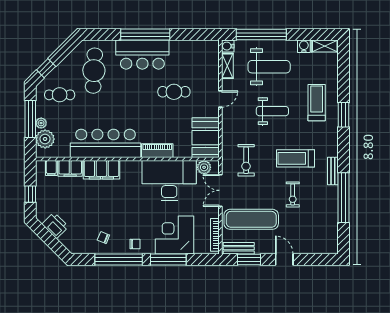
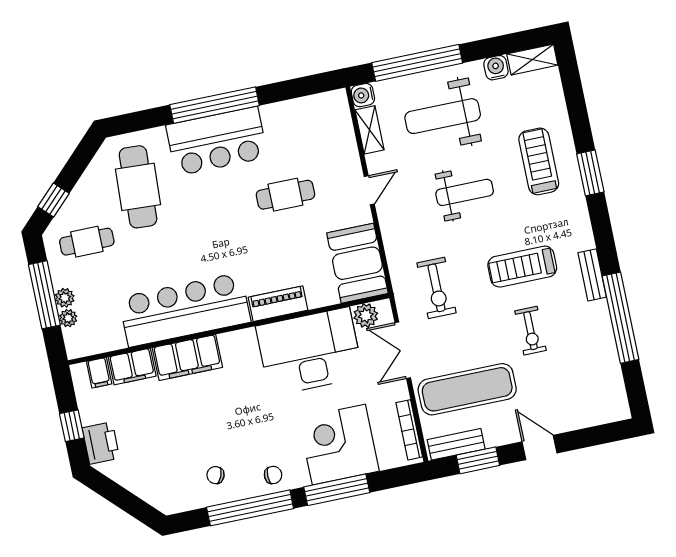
weight bench: (269, 67) -> (443, 116), turned 180
plant: (45, 139) -> (68, 318), width x0.53, depth x0.53
printer: (55, 225) -> (101, 443), moved, turned 45

